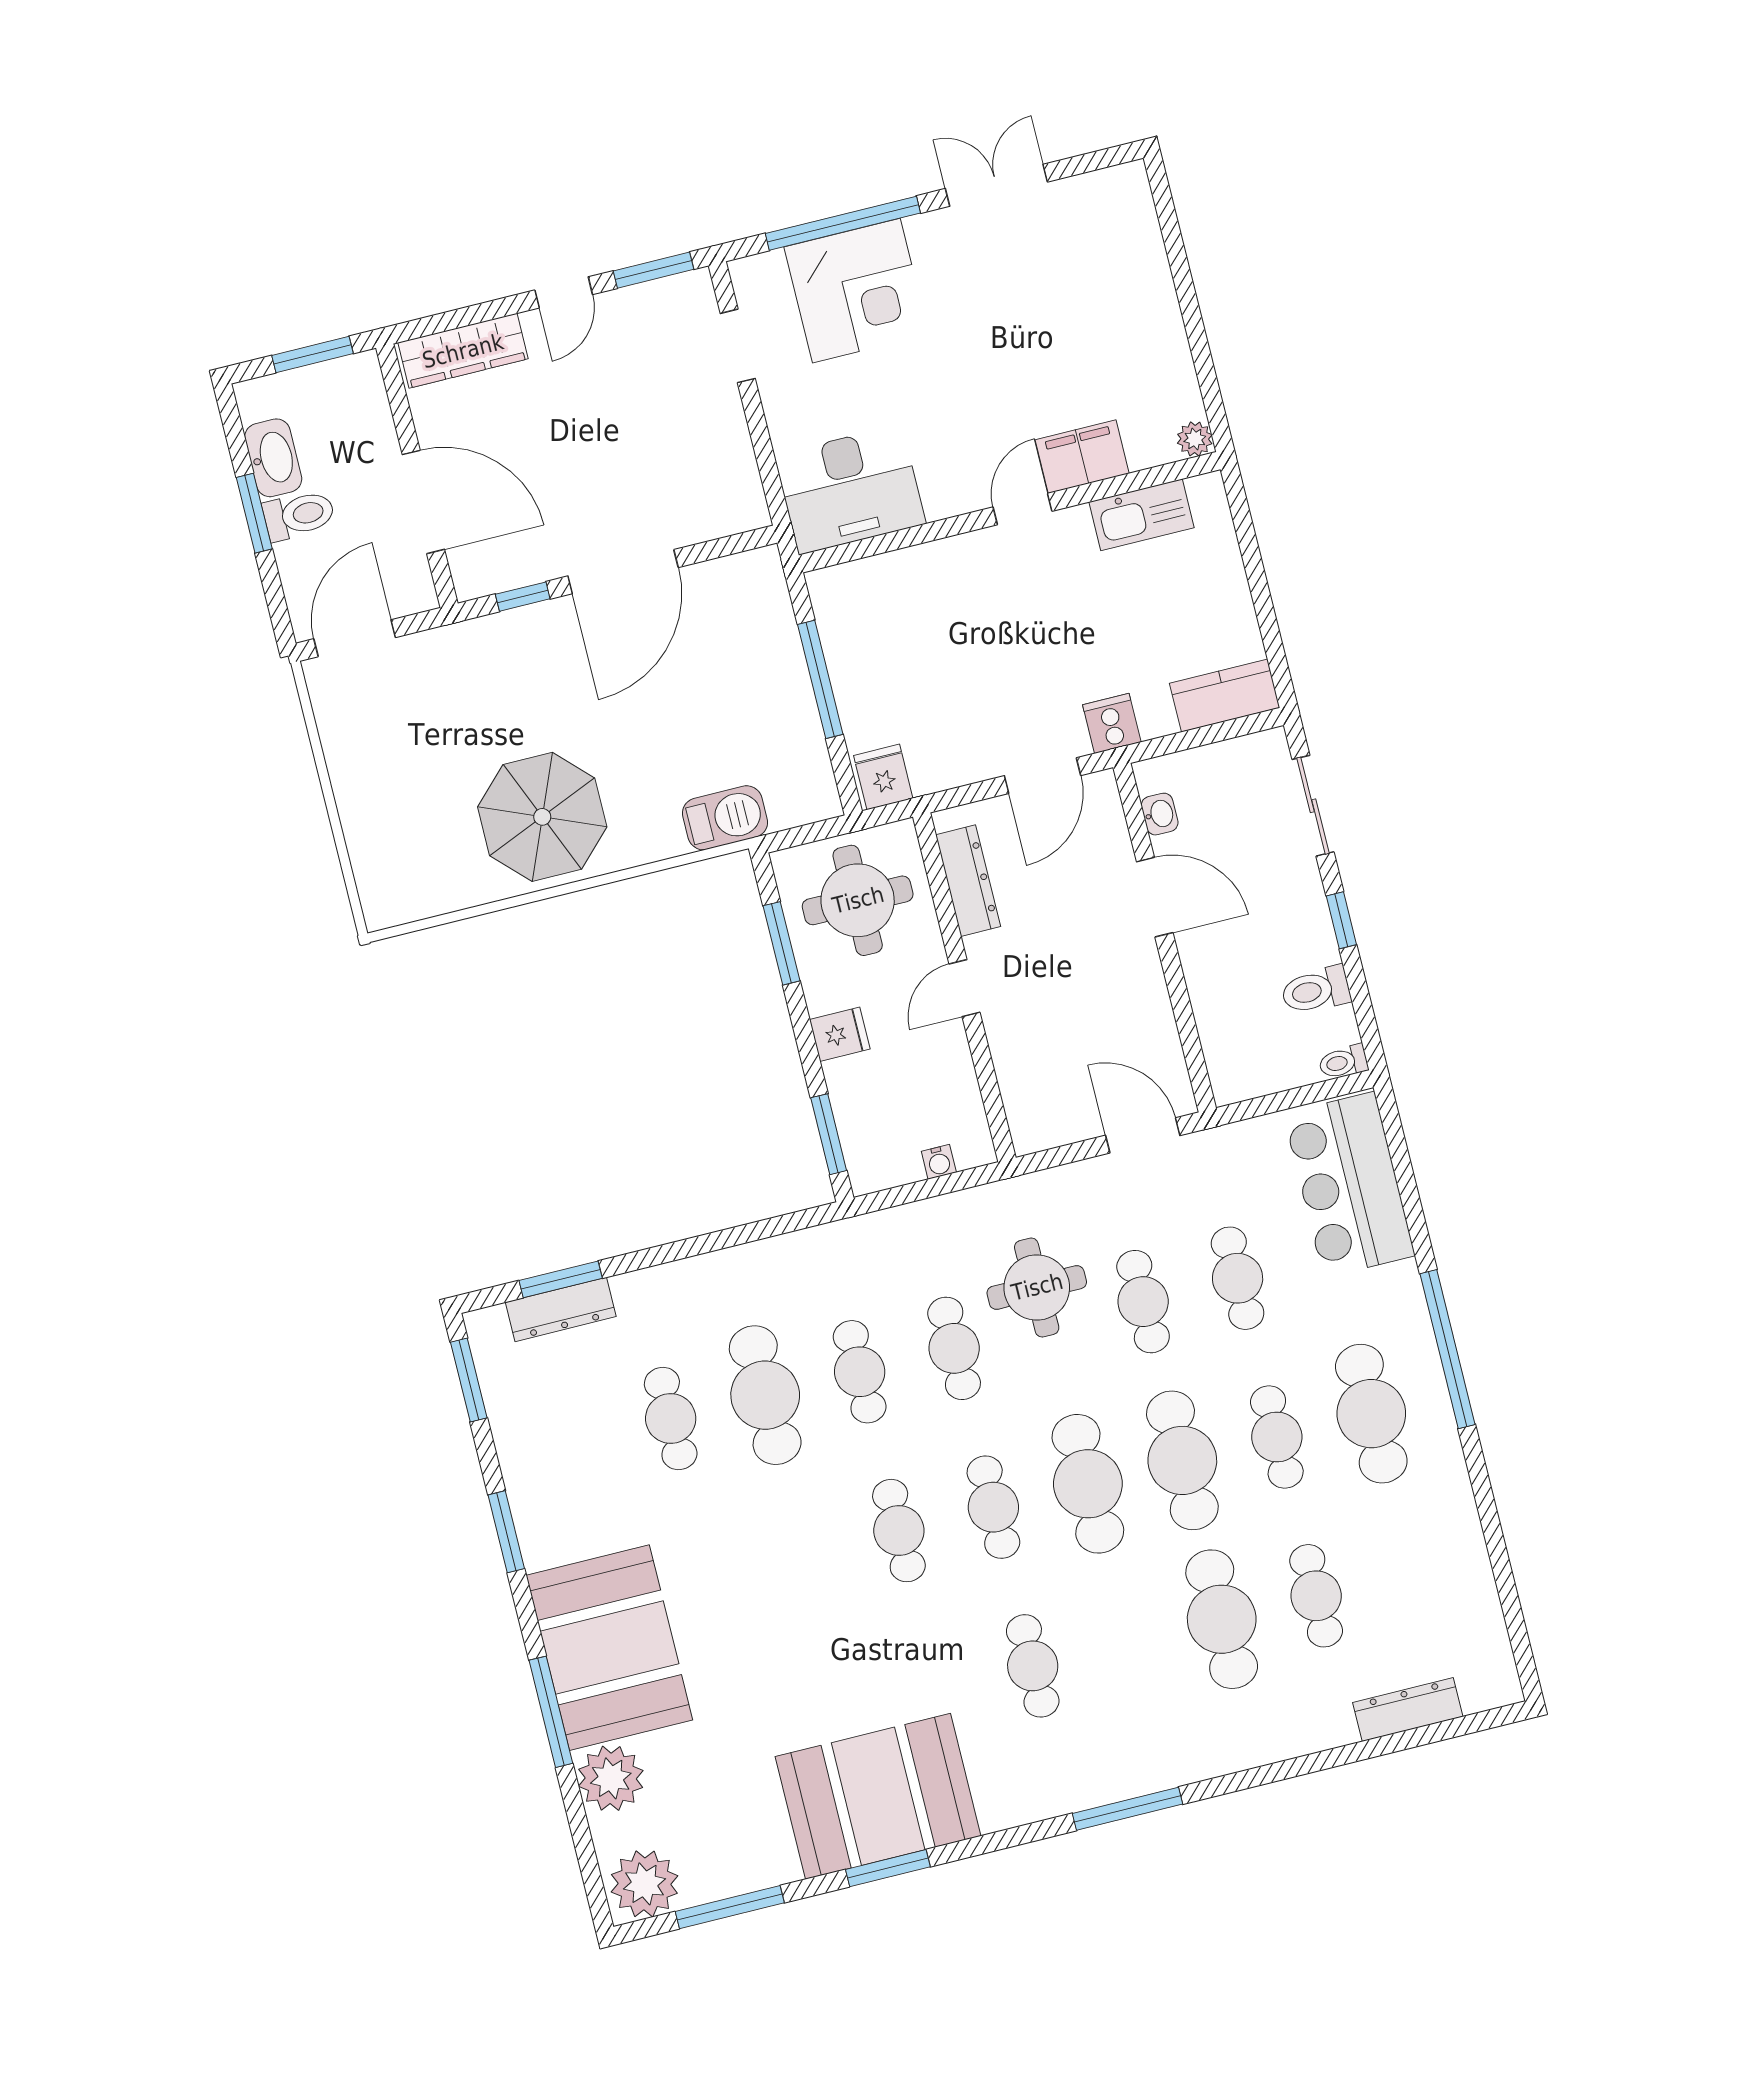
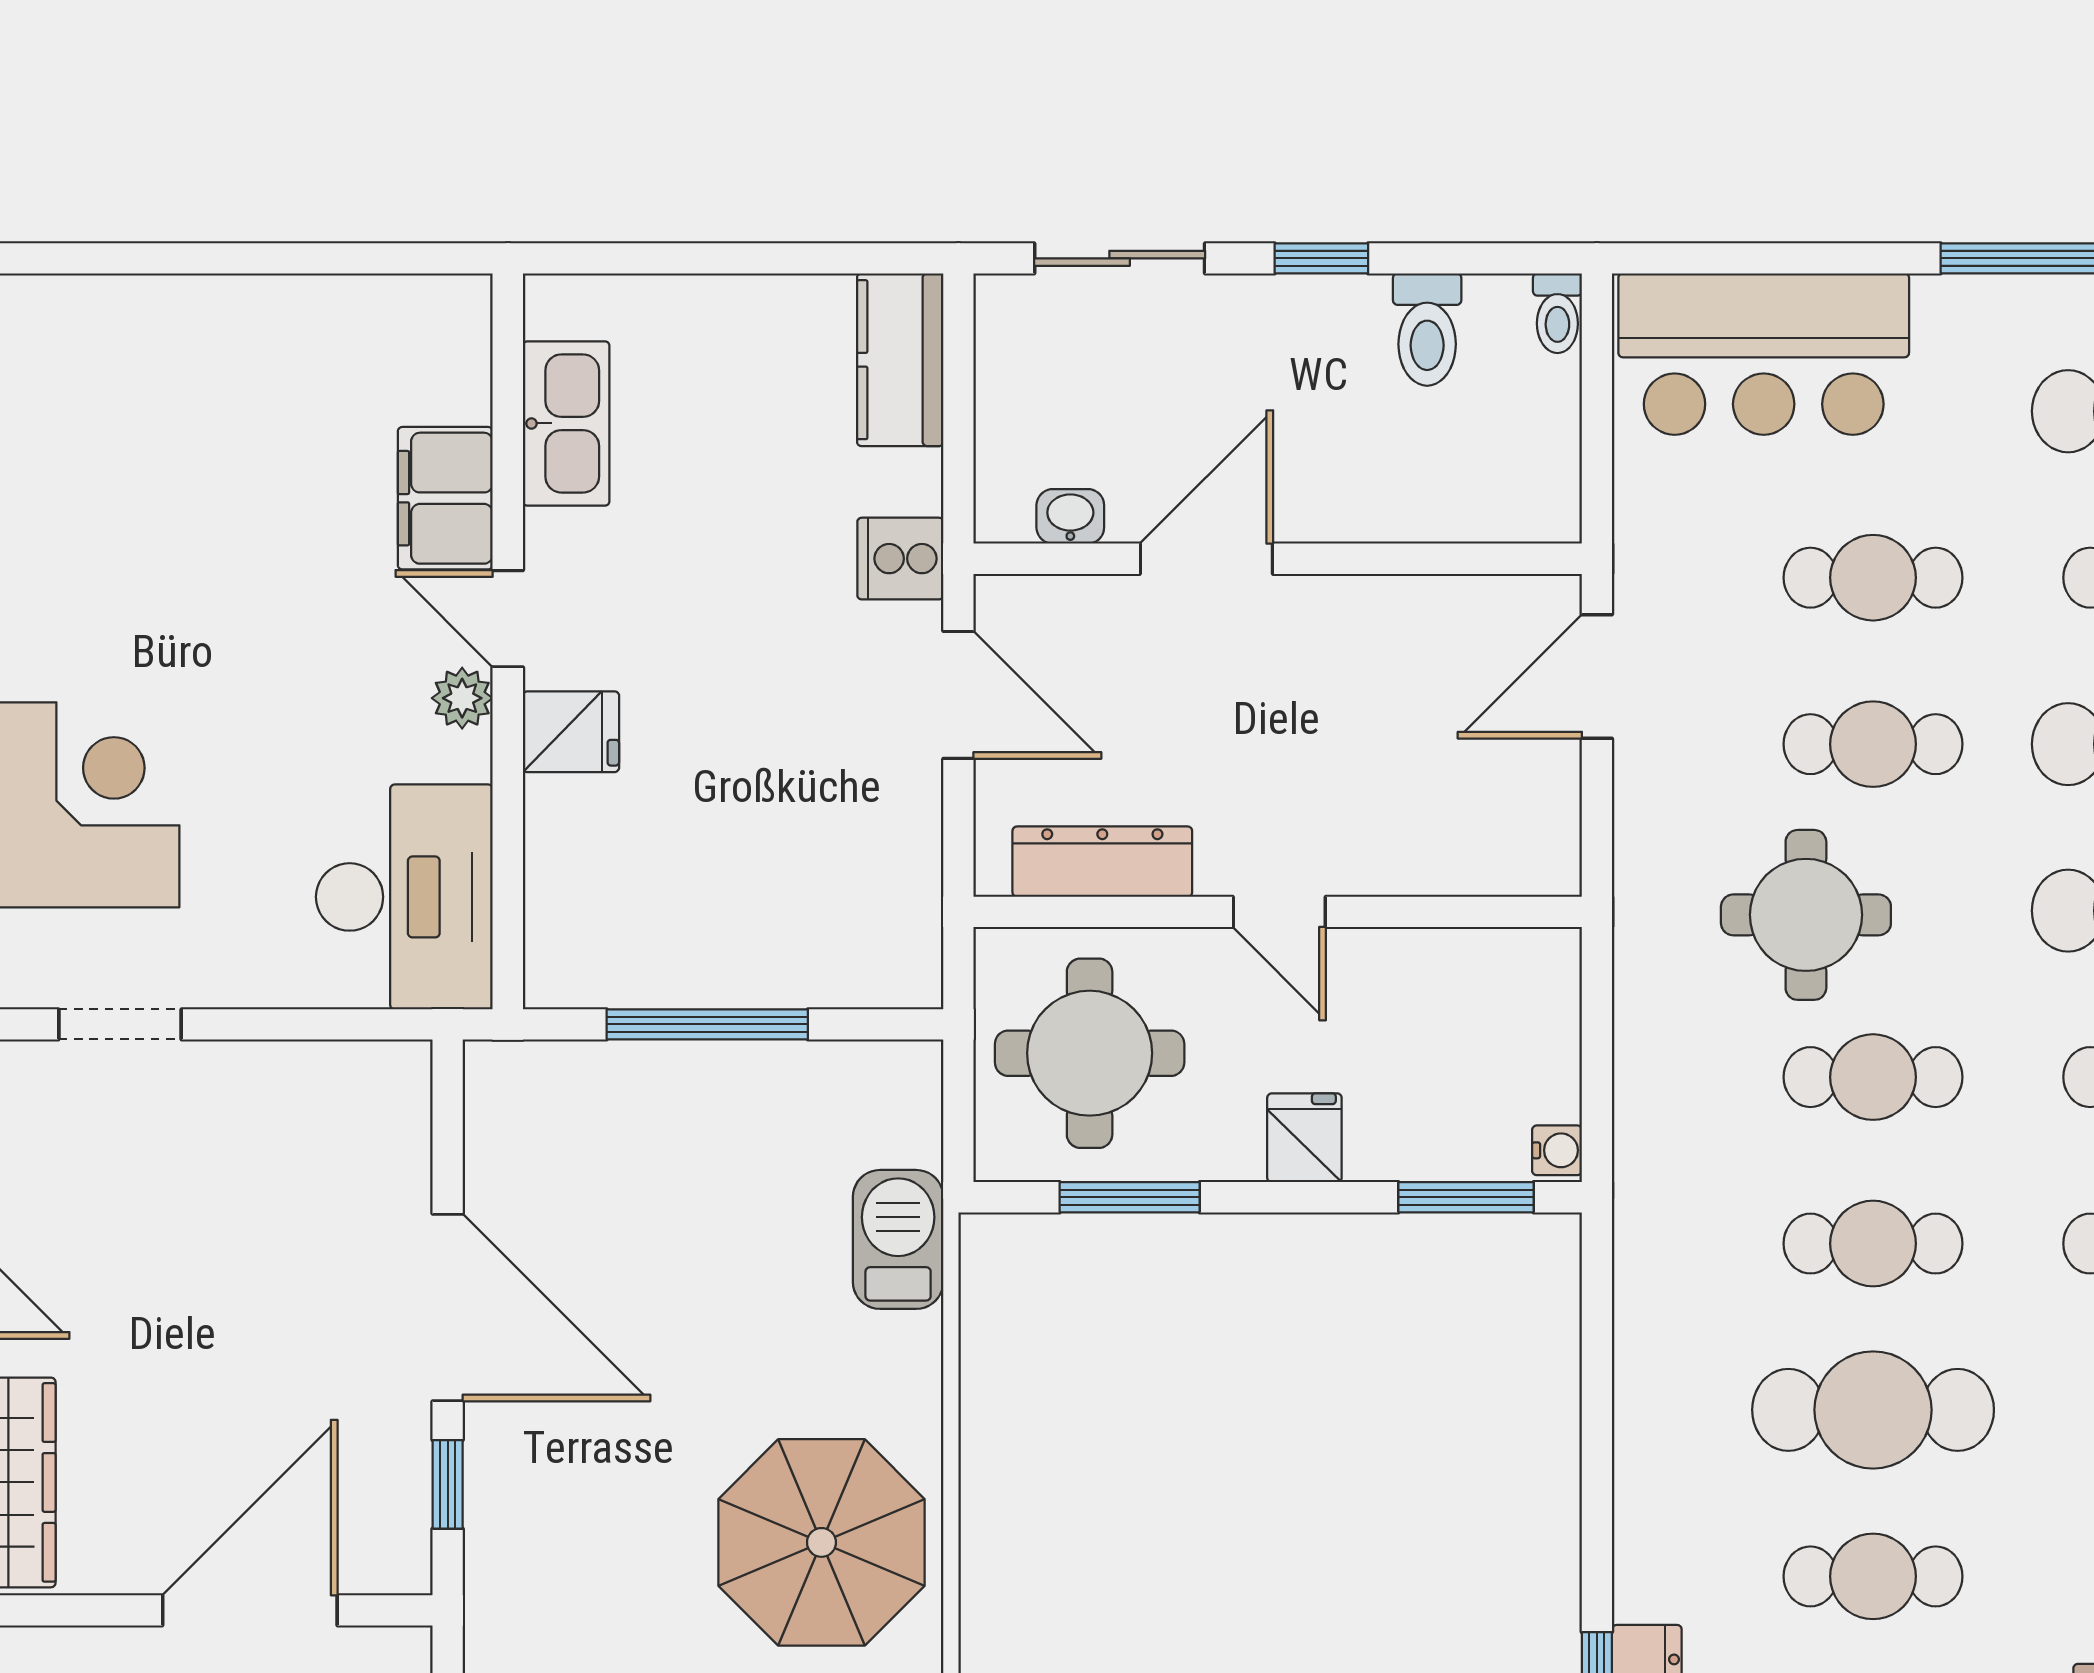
plant: (1195, 439) -> (462, 698), moved
fridge: (883, 777) -> (571, 732), moved, turned 180
water cooler: (939, 1162) -> (1557, 1150), moved

